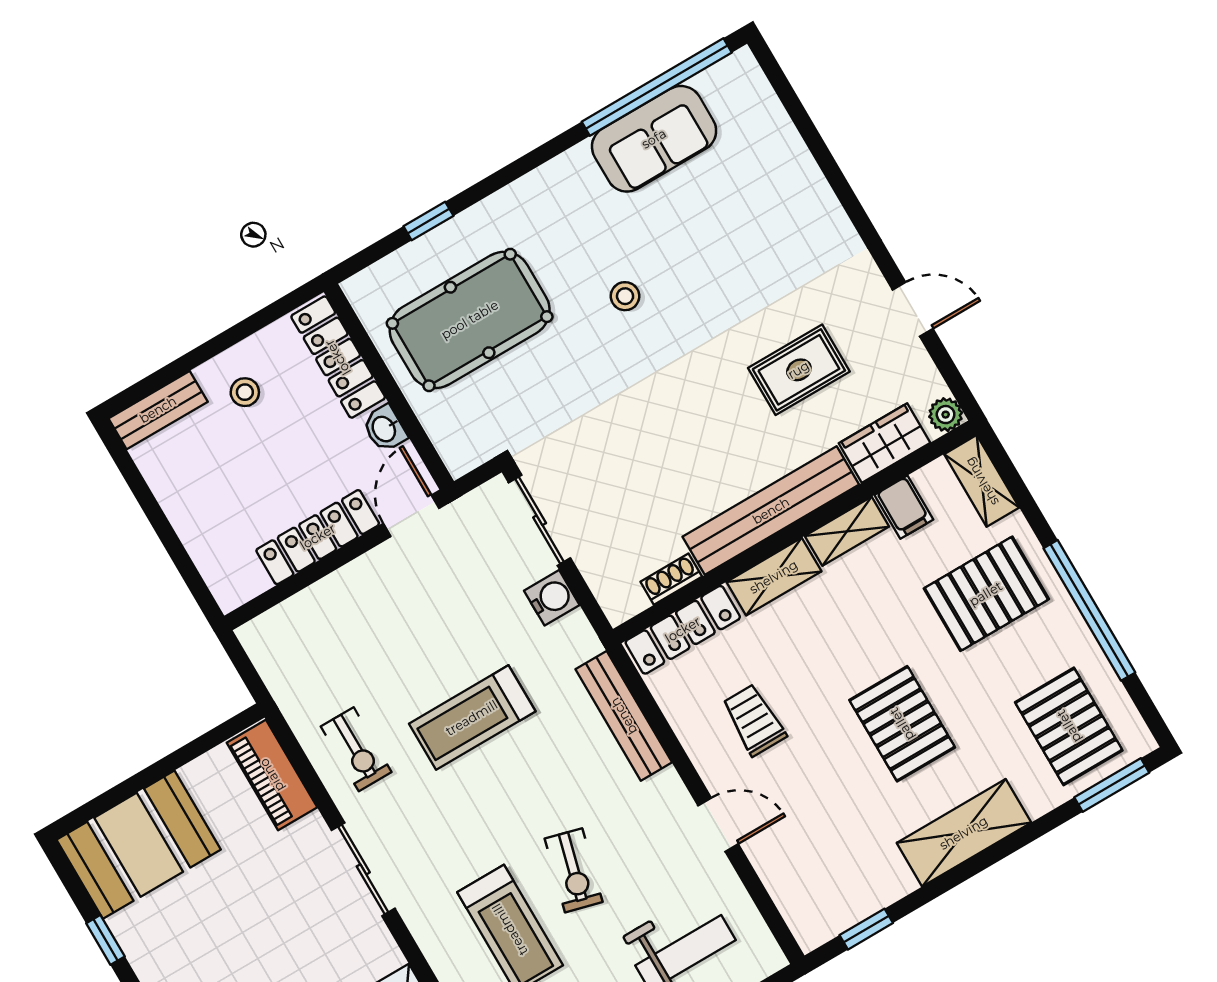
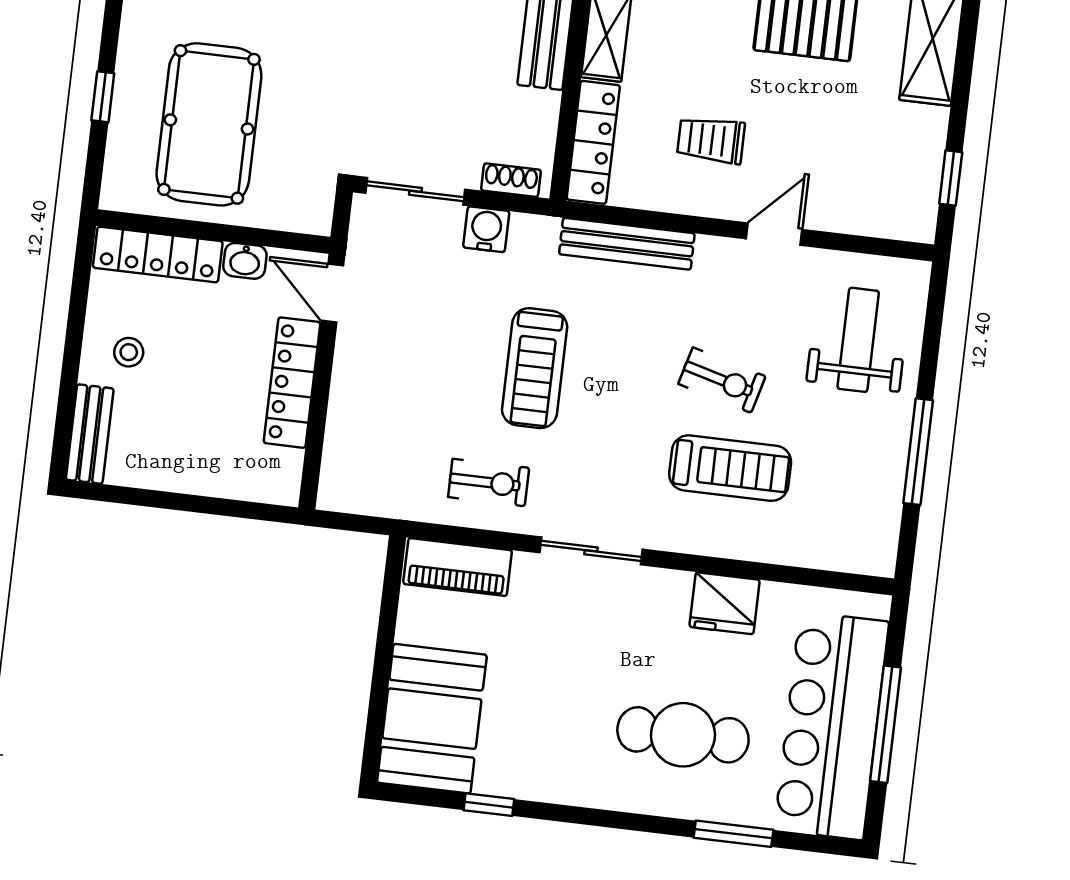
shoe rack: (671, 579) -> (511, 180), moved, turned 90

